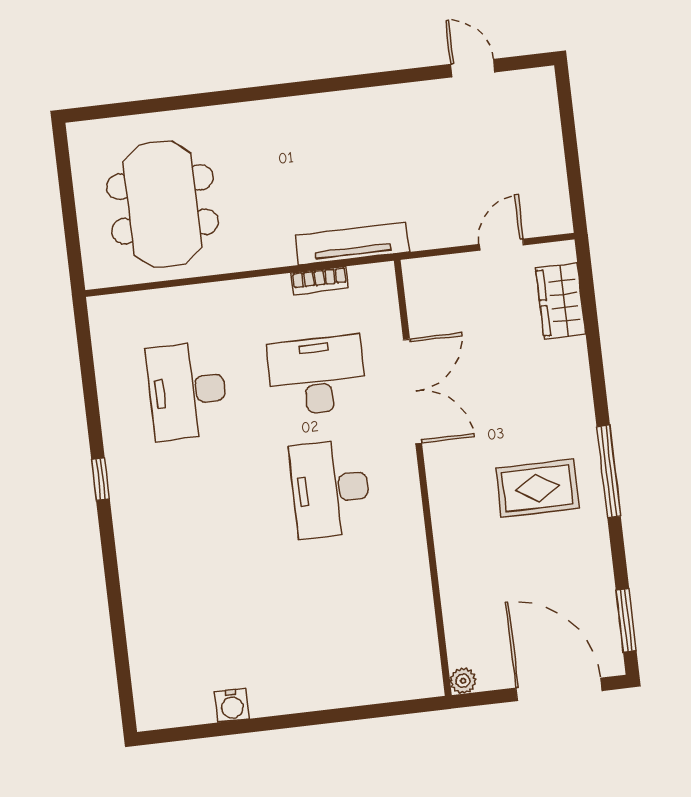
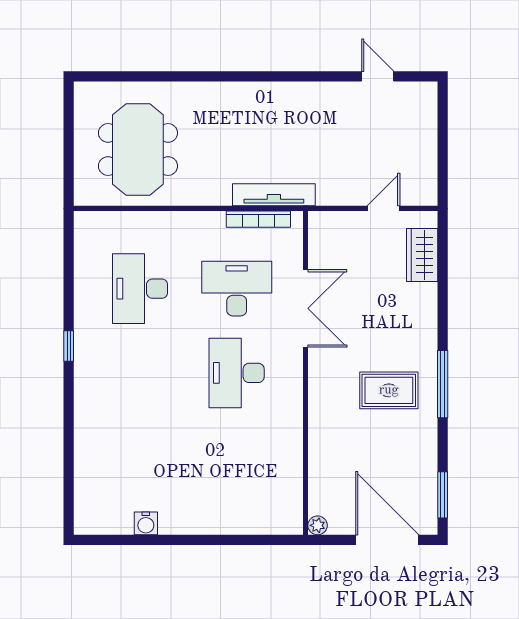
bookcase: (320, 281) -> (258, 219), width x1.56

